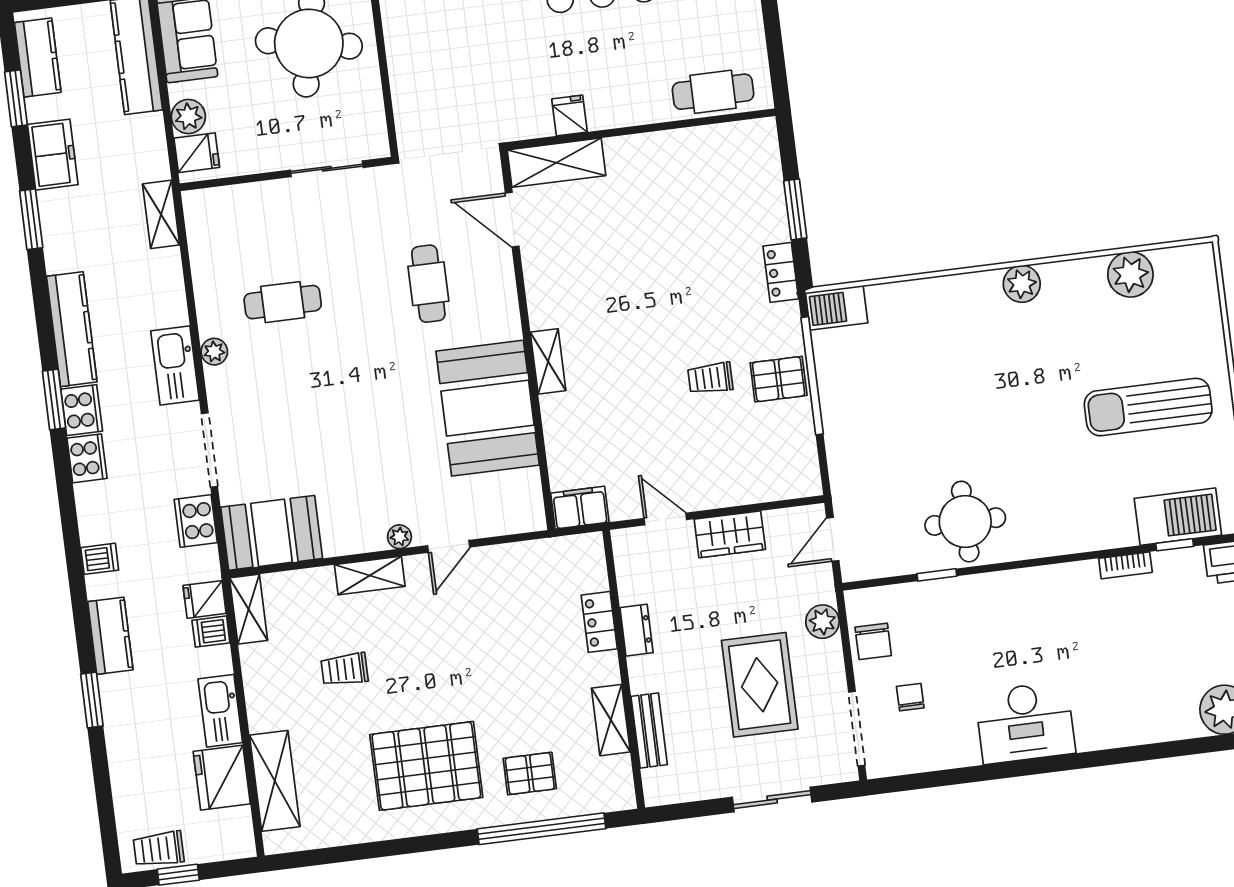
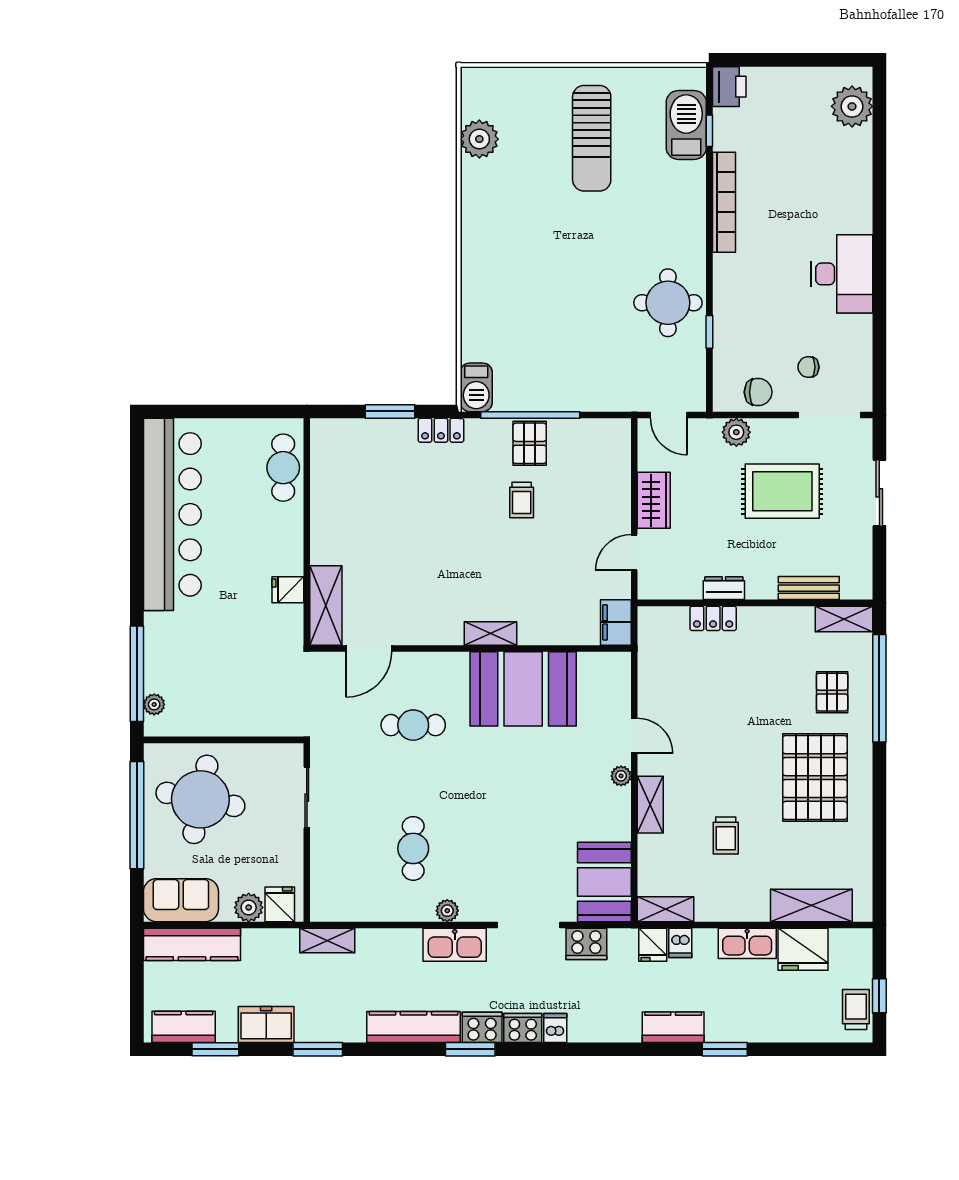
plant: (1022, 284) -> (476, 231), removed
dishwasher: (100, 559) -> (555, 1028), moved
bookcase: (1125, 565) -> (724, 202), width x2.31, depth x1.31
shelving: (611, 720) -> (844, 619), moved
trolley: (159, 849) -> (856, 1009), turned 180

